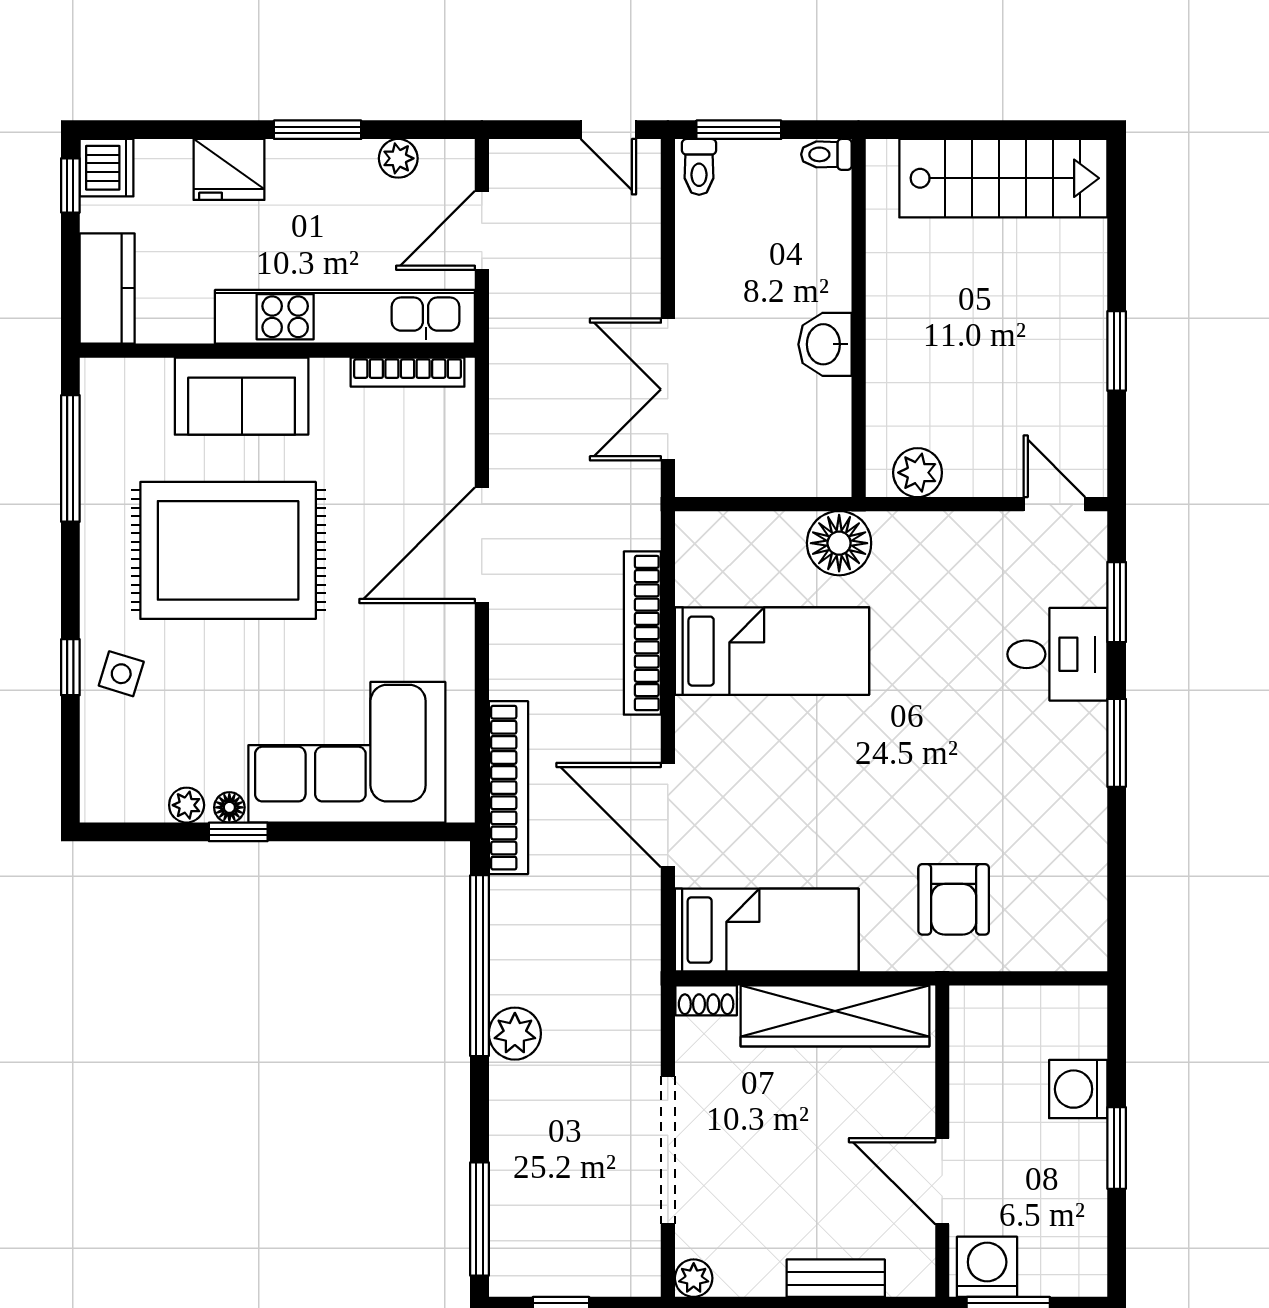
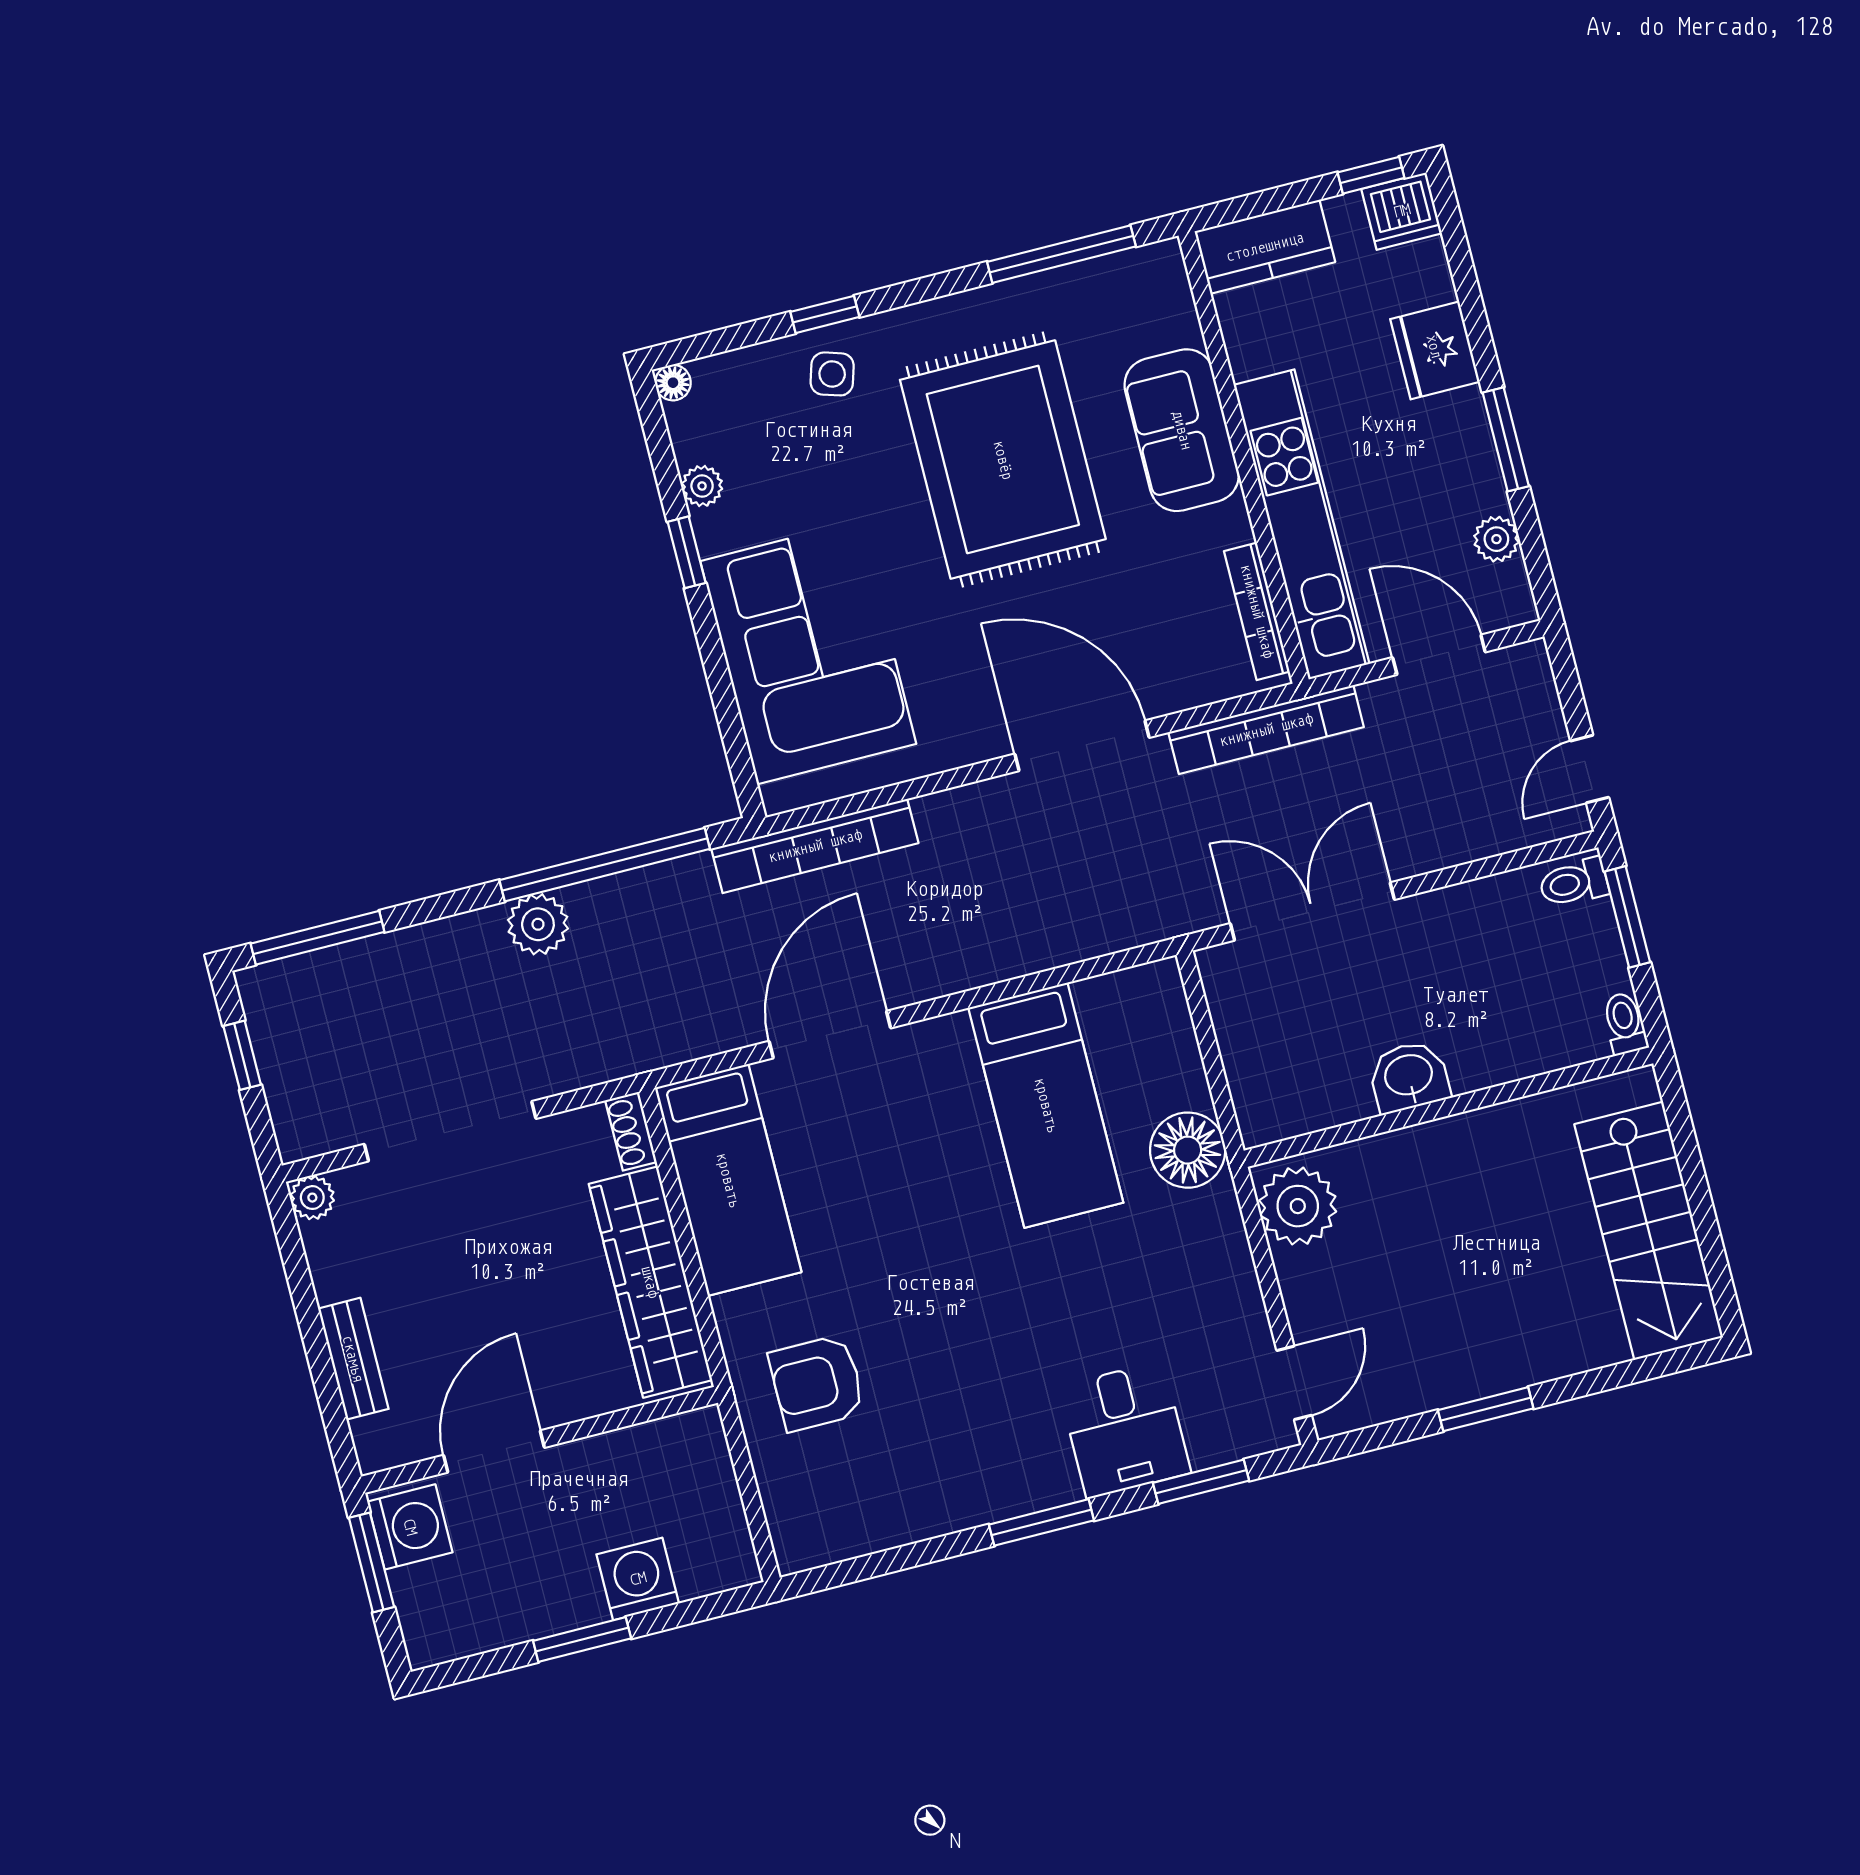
plant: (918, 473) -> (1298, 1206), width x1.36, depth x1.36
bookcase: (642, 633) -> (1266, 730), moved, turned 180
floor lamp: (229, 807) -> (673, 383), moved

